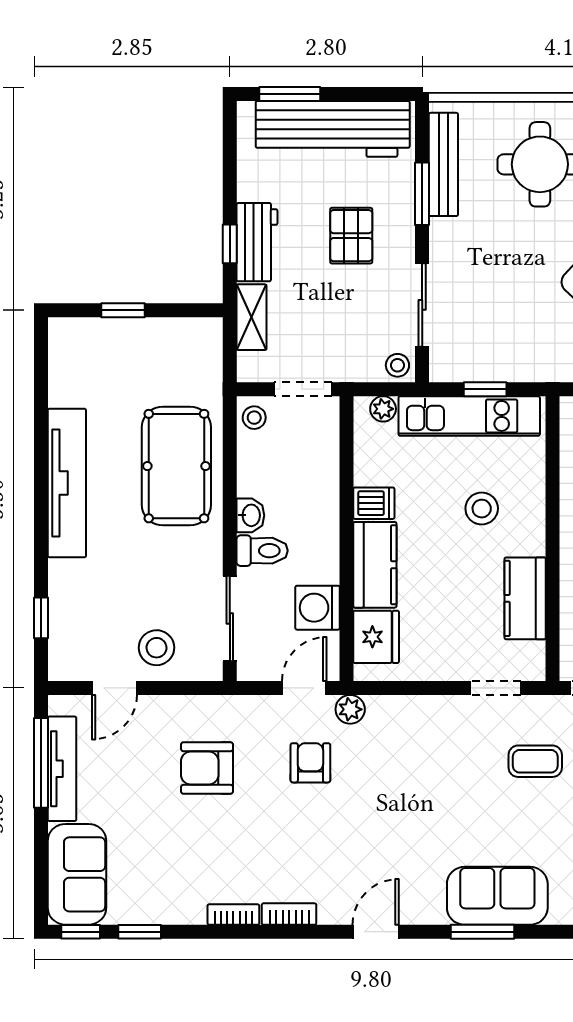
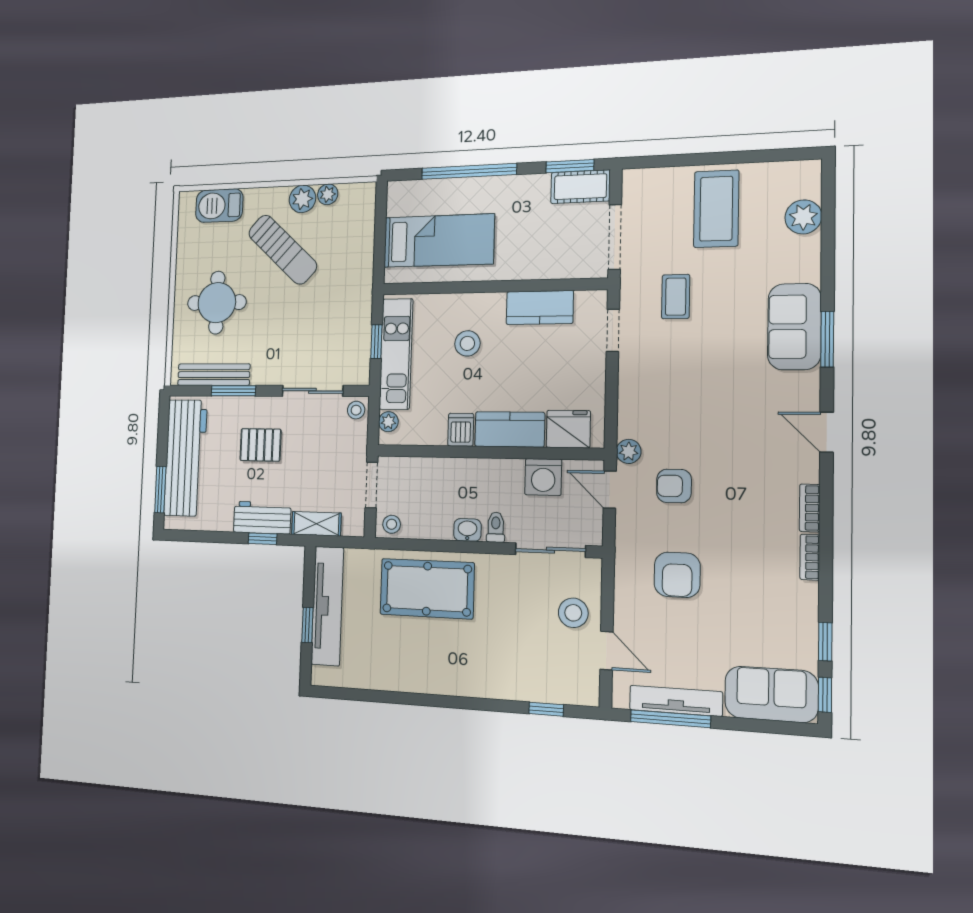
tv unit: (67, 483) -> (327, 606), moved, turned 90
toilet: (262, 551) -> (496, 527), width x0.73, depth x0.72

